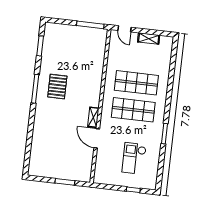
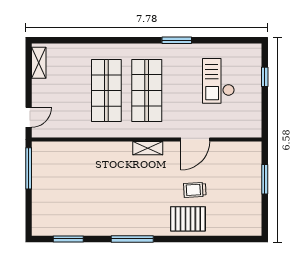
shelving: (149, 39) -> (39, 63), moved
pallet: (57, 87) -> (188, 219), moved
shelving: (93, 117) -> (148, 148), moved
trolley: (63, 134) -> (195, 190), added
checkout: (134, 158) -> (218, 81), turned 90

